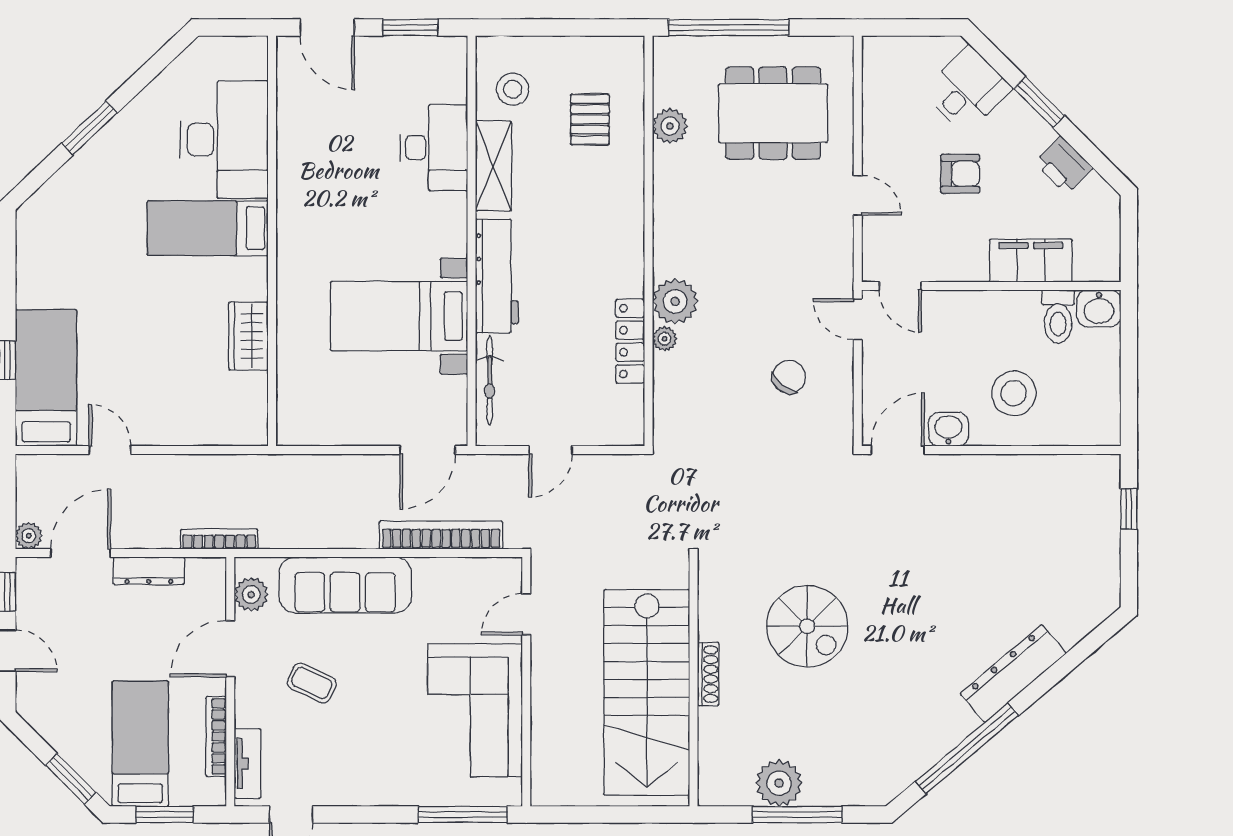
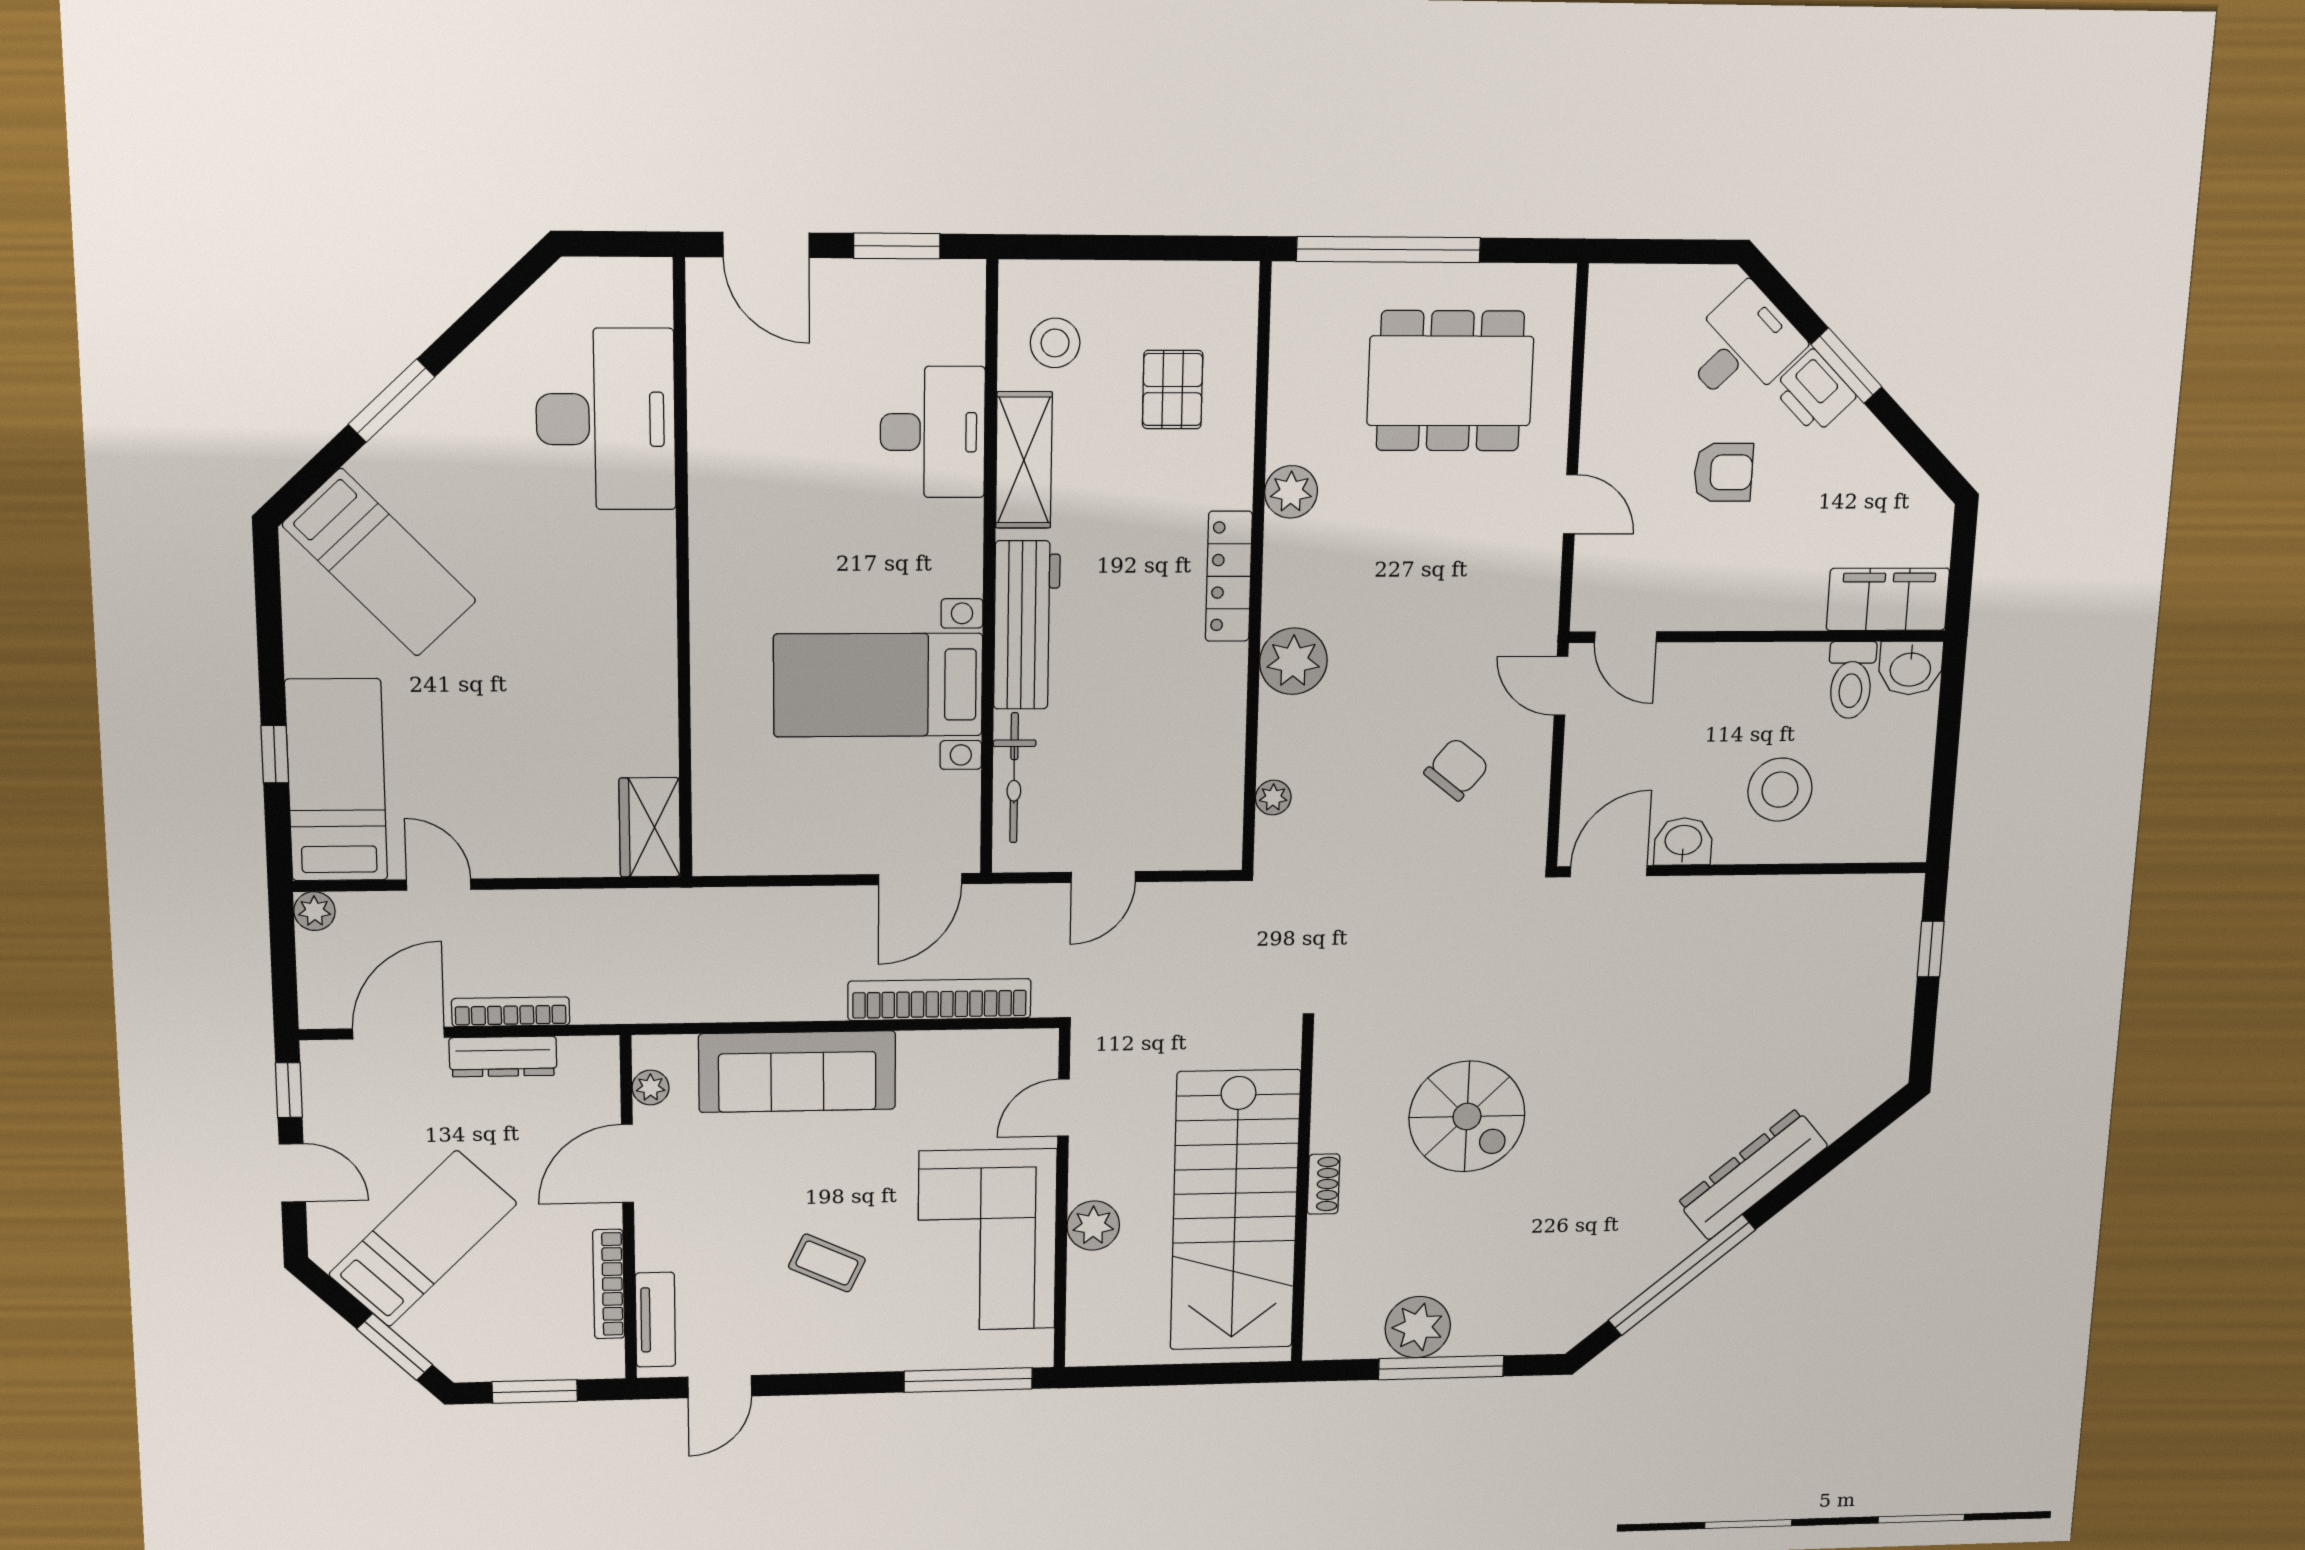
plant: (670, 126) -> (1291, 492), moved
printer: (1064, 165) -> (1814, 392), moved
bed: (208, 228) -> (379, 563), moved, turned -134
filing cabinet: (1031, 261) -> (1888, 599), moved
wardrobe: (249, 336) -> (650, 827), moved
plant: (664, 339) -> (1273, 798), moved
locker: (630, 341) -> (1229, 576), moved
plant: (29, 536) -> (314, 911), moved
bookcase: (219, 539) -> (511, 1012), moved
plant: (251, 594) -> (651, 1088), width x0.73, depth x0.73
shoe rack: (708, 674) -> (1323, 1184), width x0.70
coffee table: (312, 683) -> (827, 1263), moved
plant: (548, 701) -> (1093, 1226), added
bed: (140, 744) -> (423, 1239), moved, turned 45

